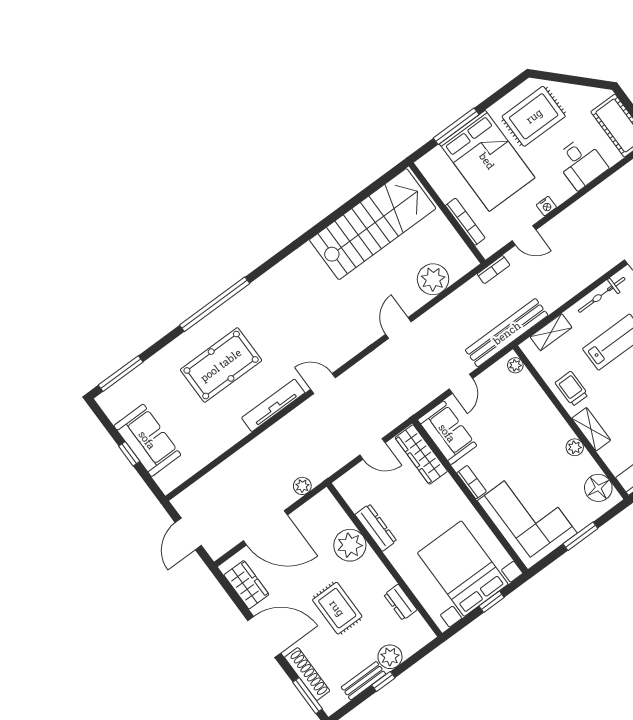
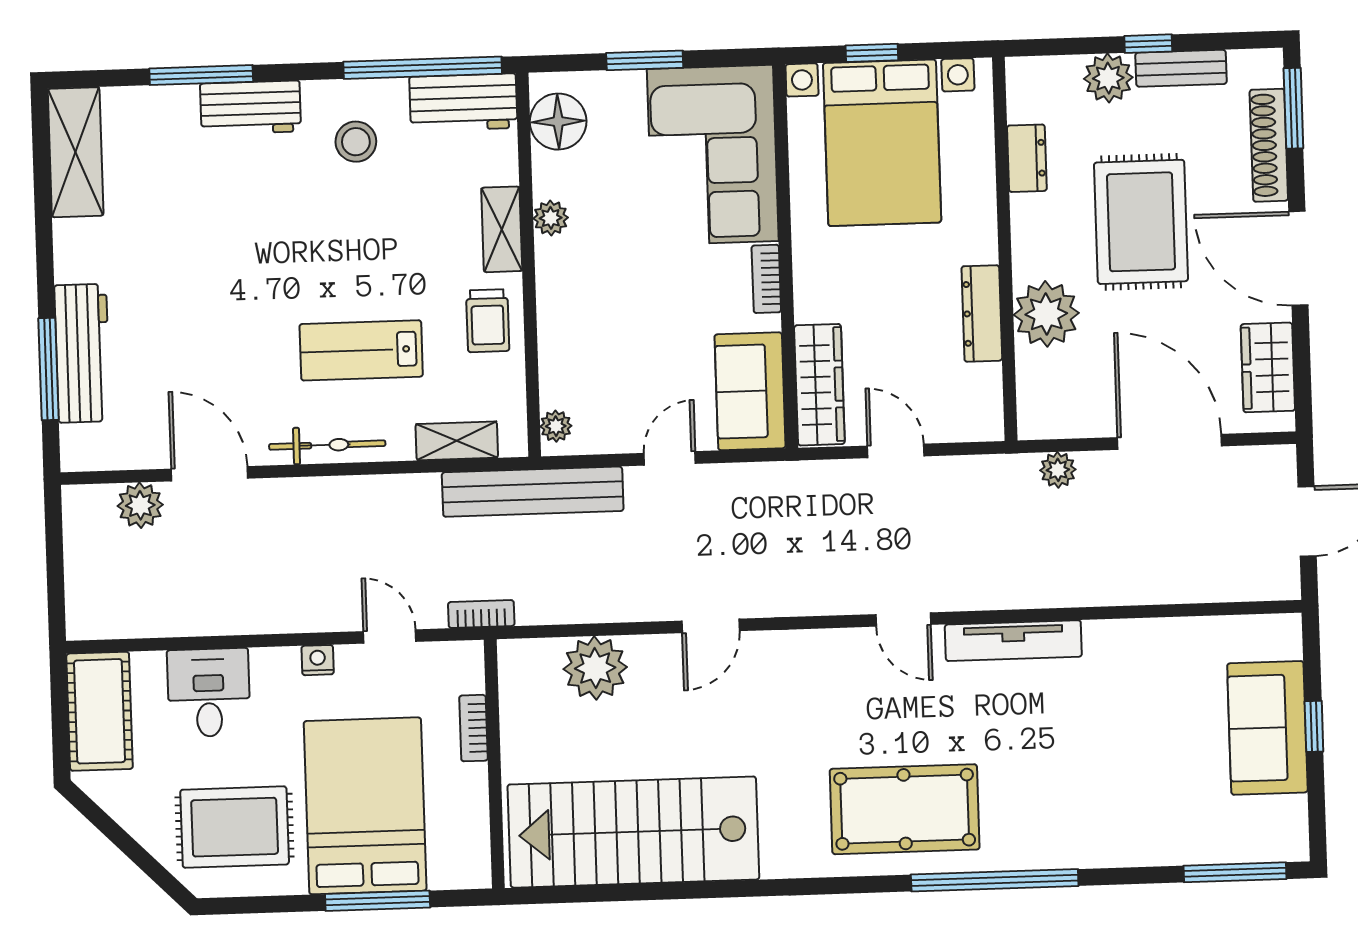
bookcase: (465, 222) -> (473, 728), width x0.64
pool table: (221, 365) -> (905, 809), moved
rug: (337, 608) -> (1141, 222), width x1.36, depth x1.43

